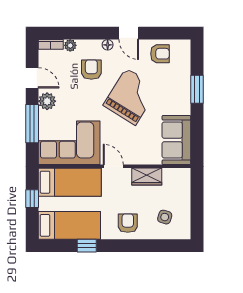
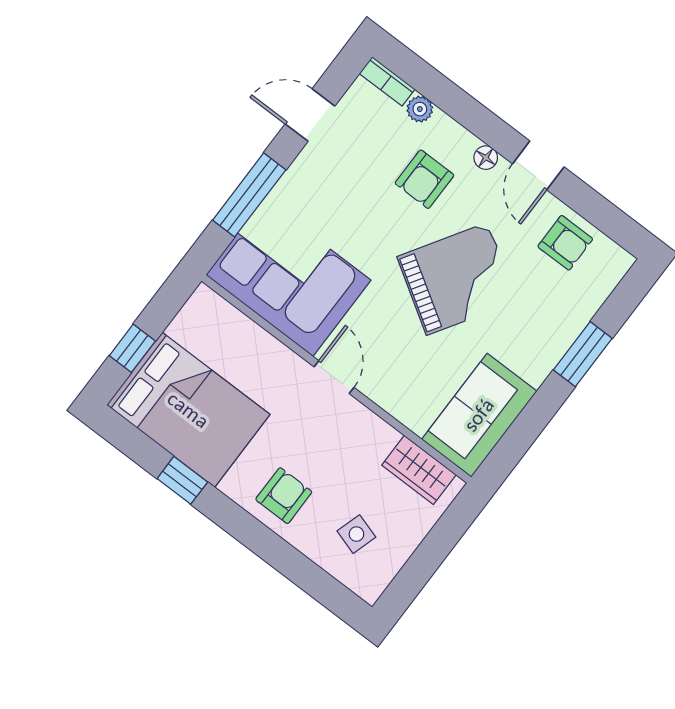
armchair: (91, 70) -> (424, 179), turned 180
door: (32, 78) -> (310, 115), swing flipped
plant: (47, 101) -> (305, 176), removed
wardrobe: (147, 177) -> (419, 470), moved
bed: (70, 182) -> (237, 347), removed
window: (32, 199) -> (132, 348), moved
bed: (69, 225) -> (188, 410), width x1.50

